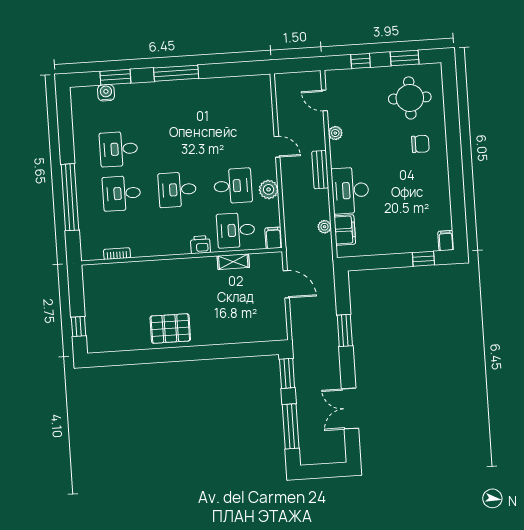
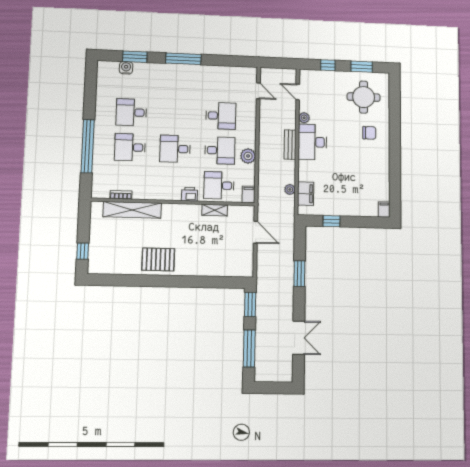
desk: (230, 142) -> (221, 116), added
door: (277, 147) -> (258, 91), moved
desk: (350, 190) -> (312, 142), moved
window: (423, 259) -> (332, 221), moved
shelving: (133, 271) -> (132, 210), added
double door: (350, 409) -> (299, 338), swing flipped

